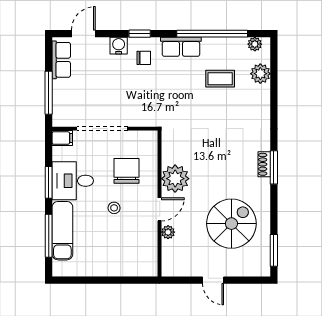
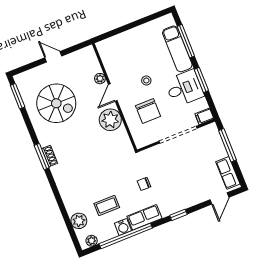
water cooler: (119, 46) -> (123, 227), moved
chair: (144, 58) -> (144, 184), moved
spiral stairs: (231, 224) -> (56, 103), turned -90

